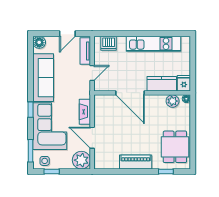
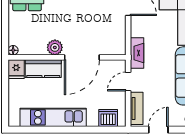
door: (130, 93) -> (82, 57), swing flipped
plant: (173, 101) -> (55, 47), moved
fireplace: (85, 112) -> (137, 53), moved

